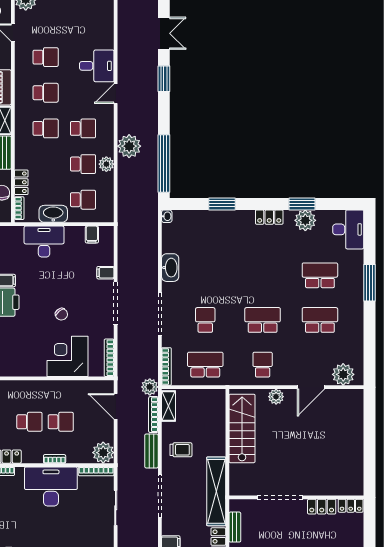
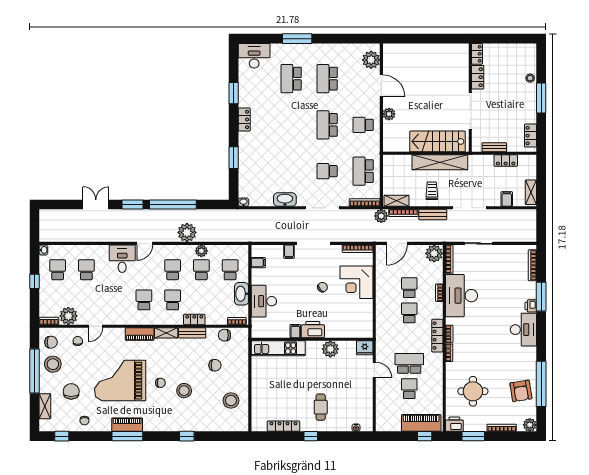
school desk: (46, 57) -> (86, 270), moved
door: (116, 94) -> (145, 243), hinge flipped
window: (164, 164) -> (173, 204), moved
locker: (21, 182) -> (194, 320), moved
plant: (305, 220) -> (247, 90), removed
stairs: (242, 428) -> (437, 141), moved
shelving: (216, 491) -> (440, 162), moved

